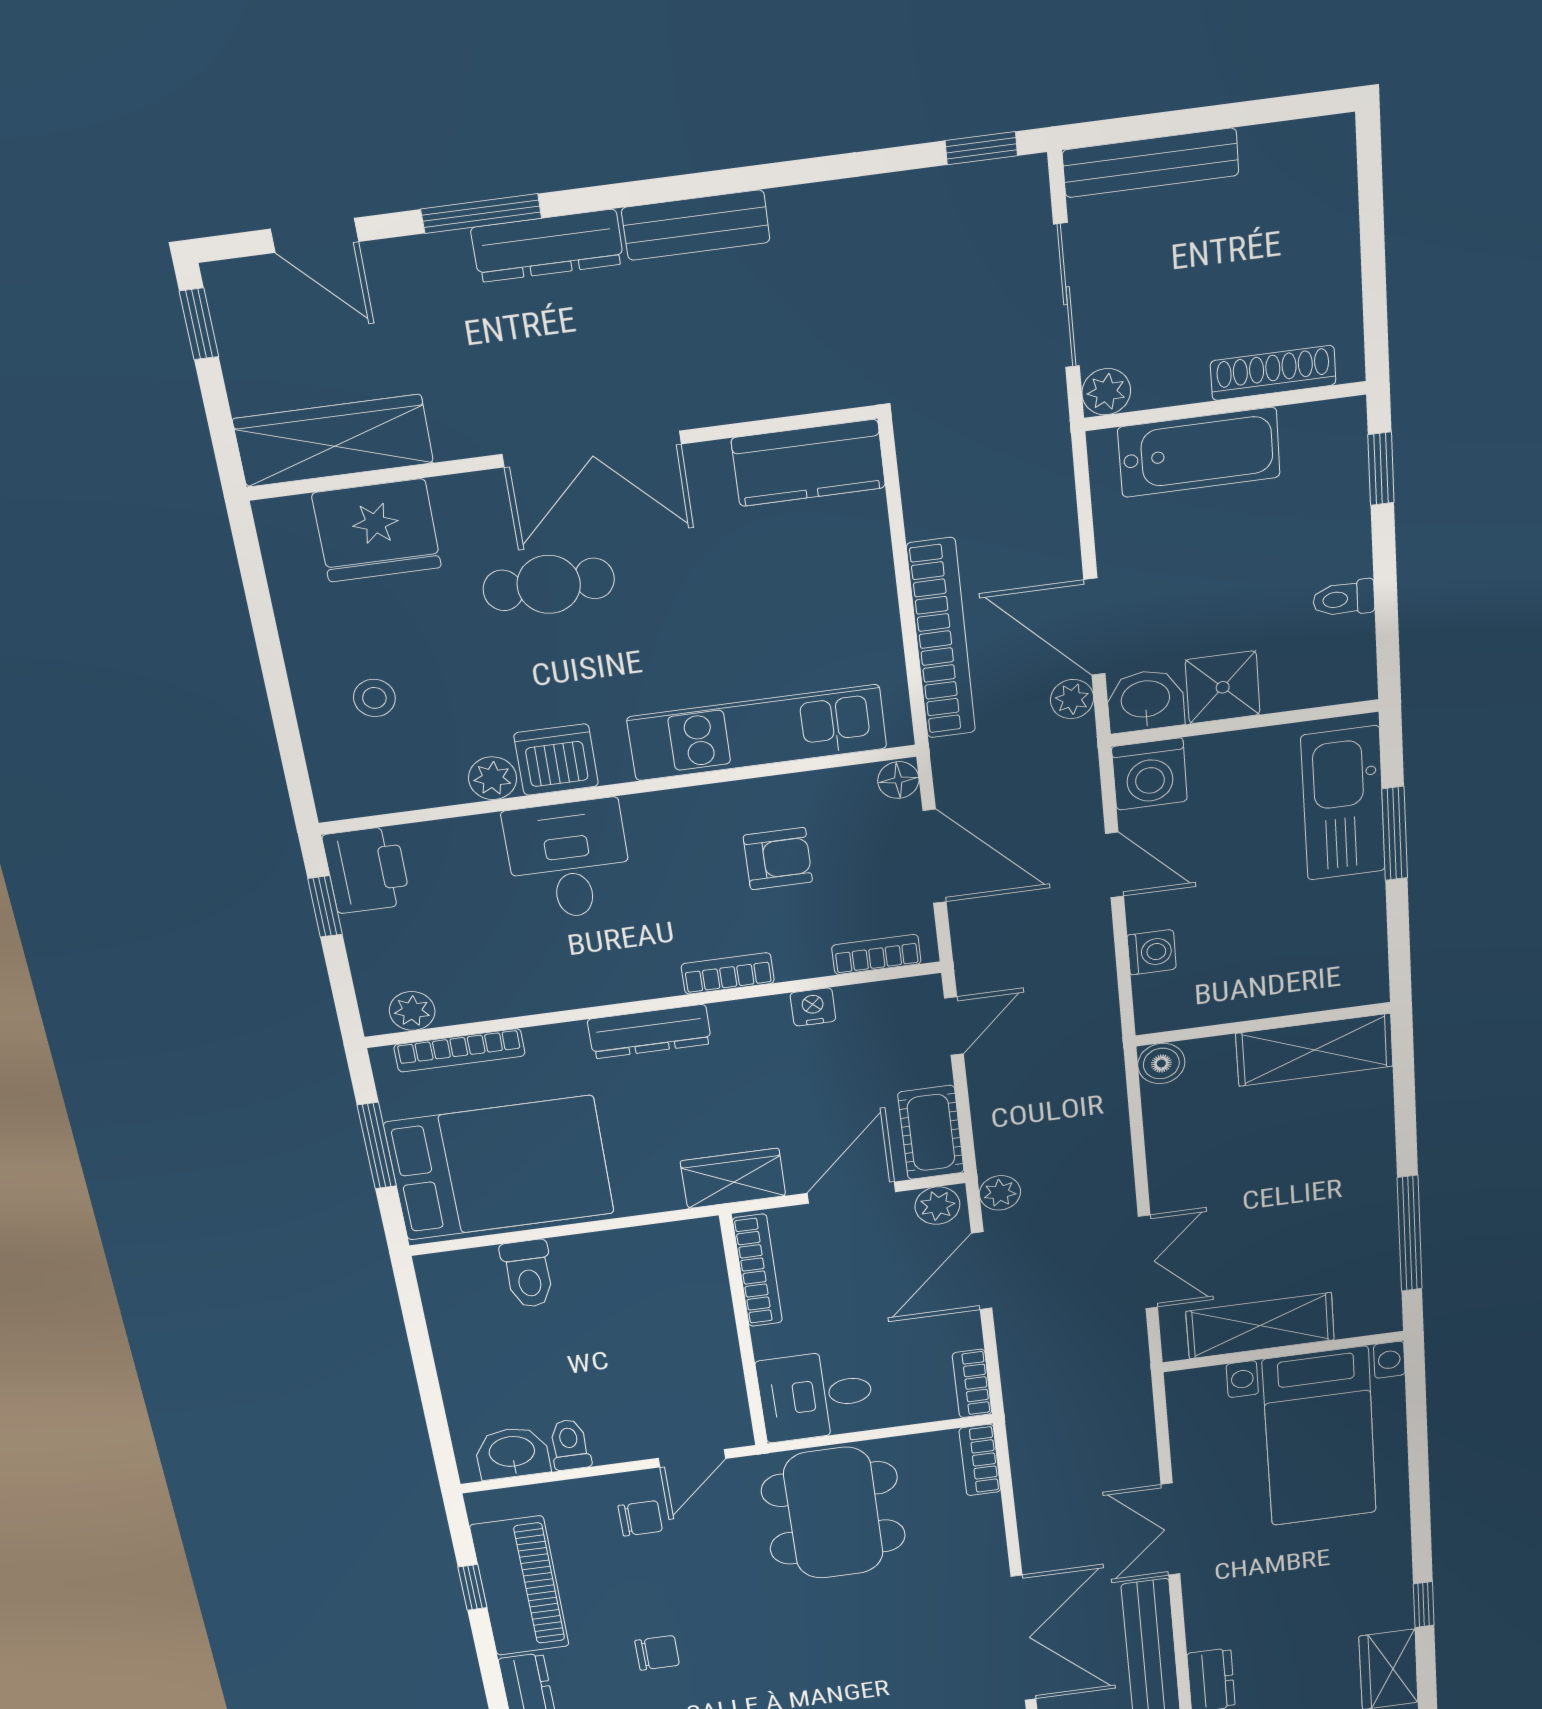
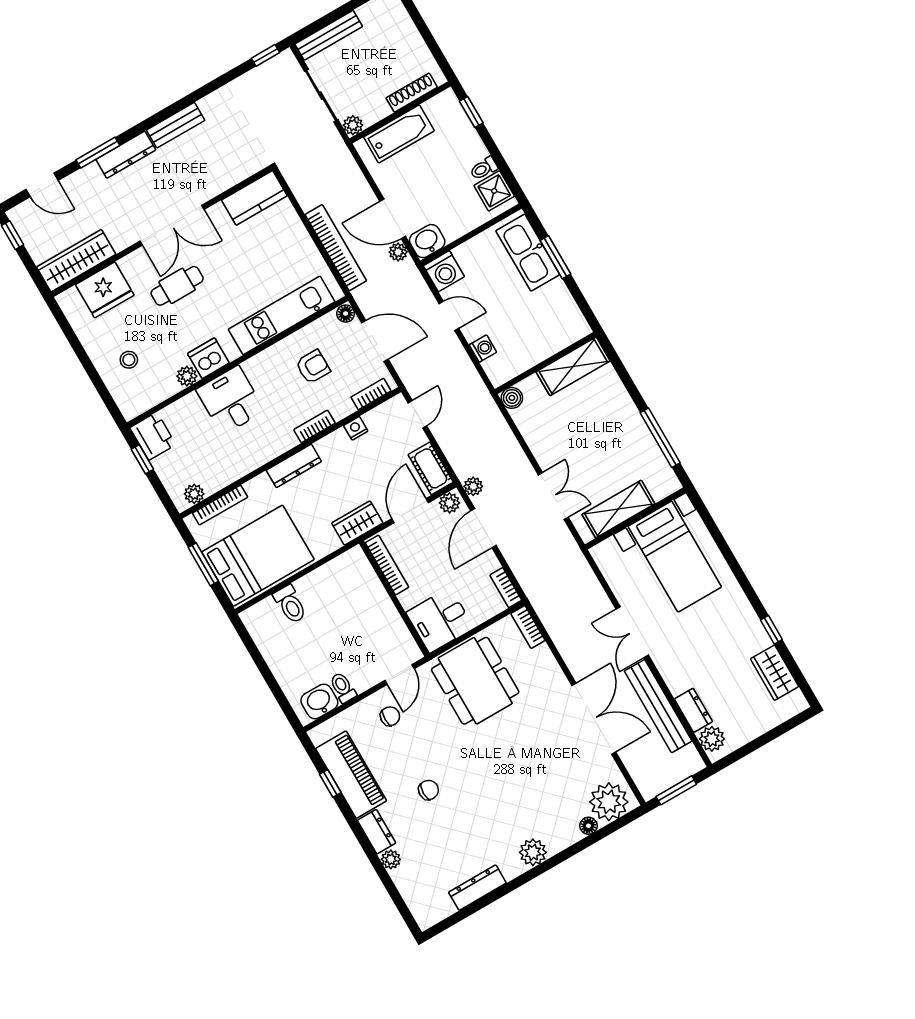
shower: (1223, 687) -> (494, 191), moved

